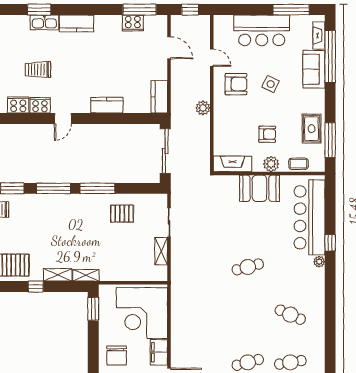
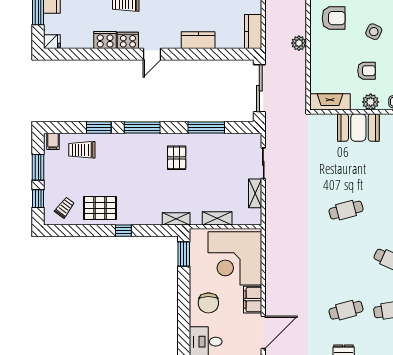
side table: (271, 84) -> (374, 32), moved
window: (97, 188) -> (206, 128), moved
pallet: (122, 214) -> (177, 158), moved, turned 90
shelving: (58, 275) -> (217, 218), moved

